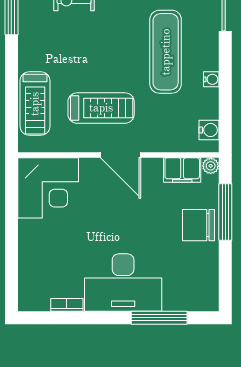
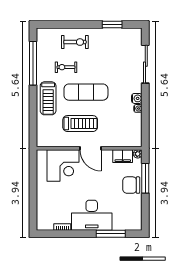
exercise mat: (166, 52) -> (86, 92), moved, turned 90
treadmill: (35, 104) -> (48, 98), moved
water cooler: (209, 130) -> (137, 98), moved
corner desk: (48, 188) -> (63, 165), moved

